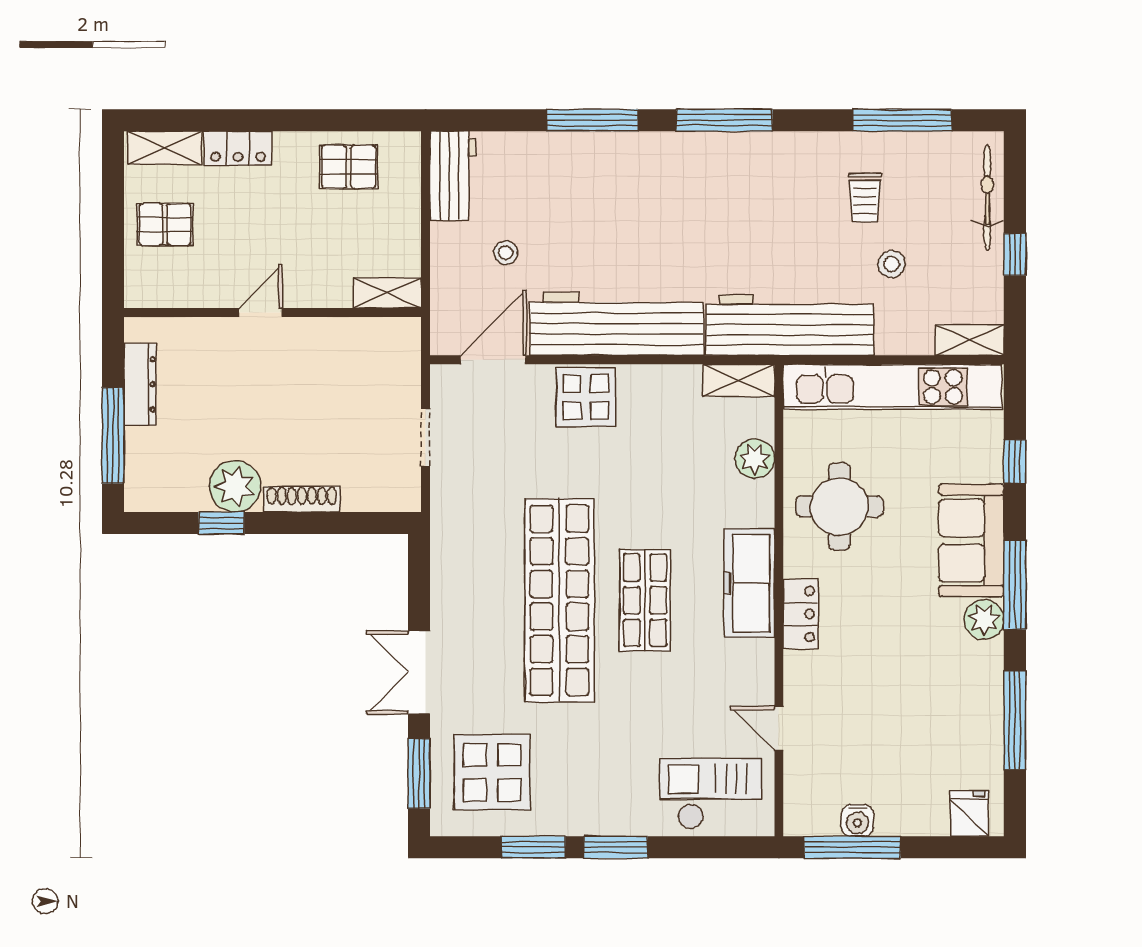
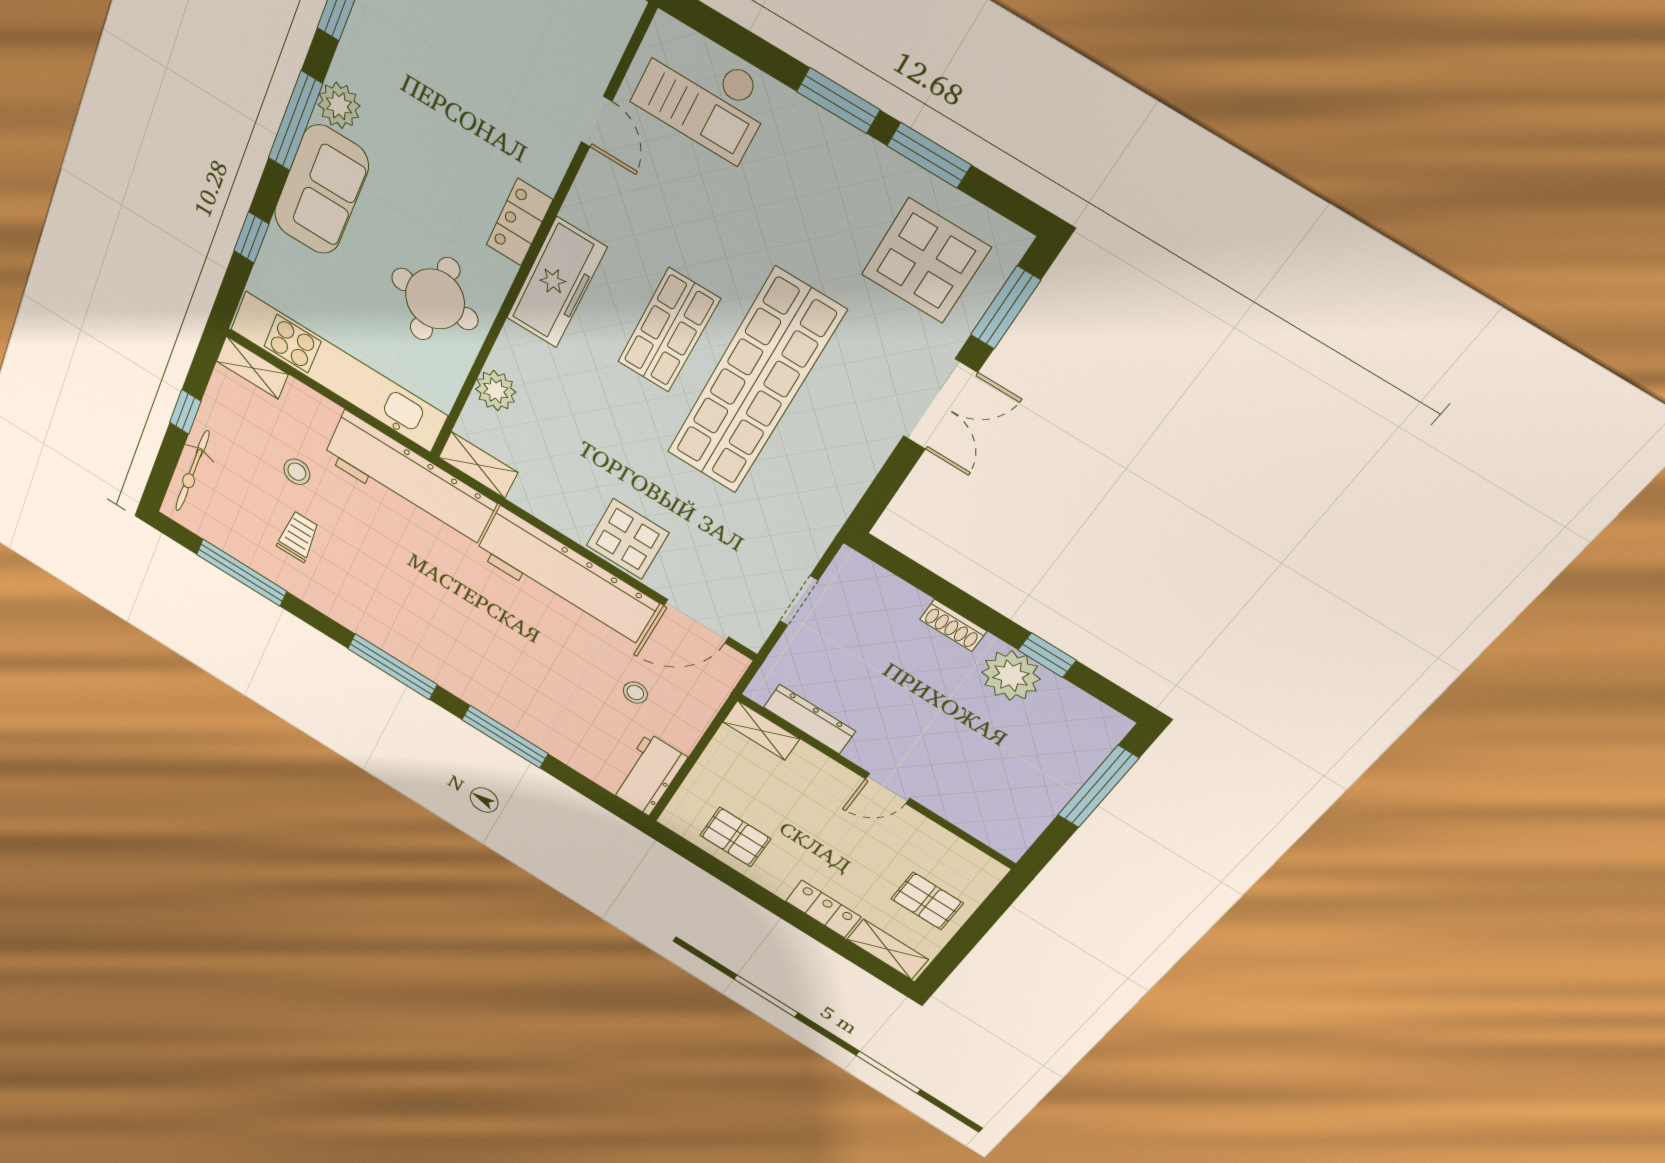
dresser: (140, 384) -> (810, 719), moved, turned 90
shoe rack: (302, 499) -> (953, 625), width x0.70

